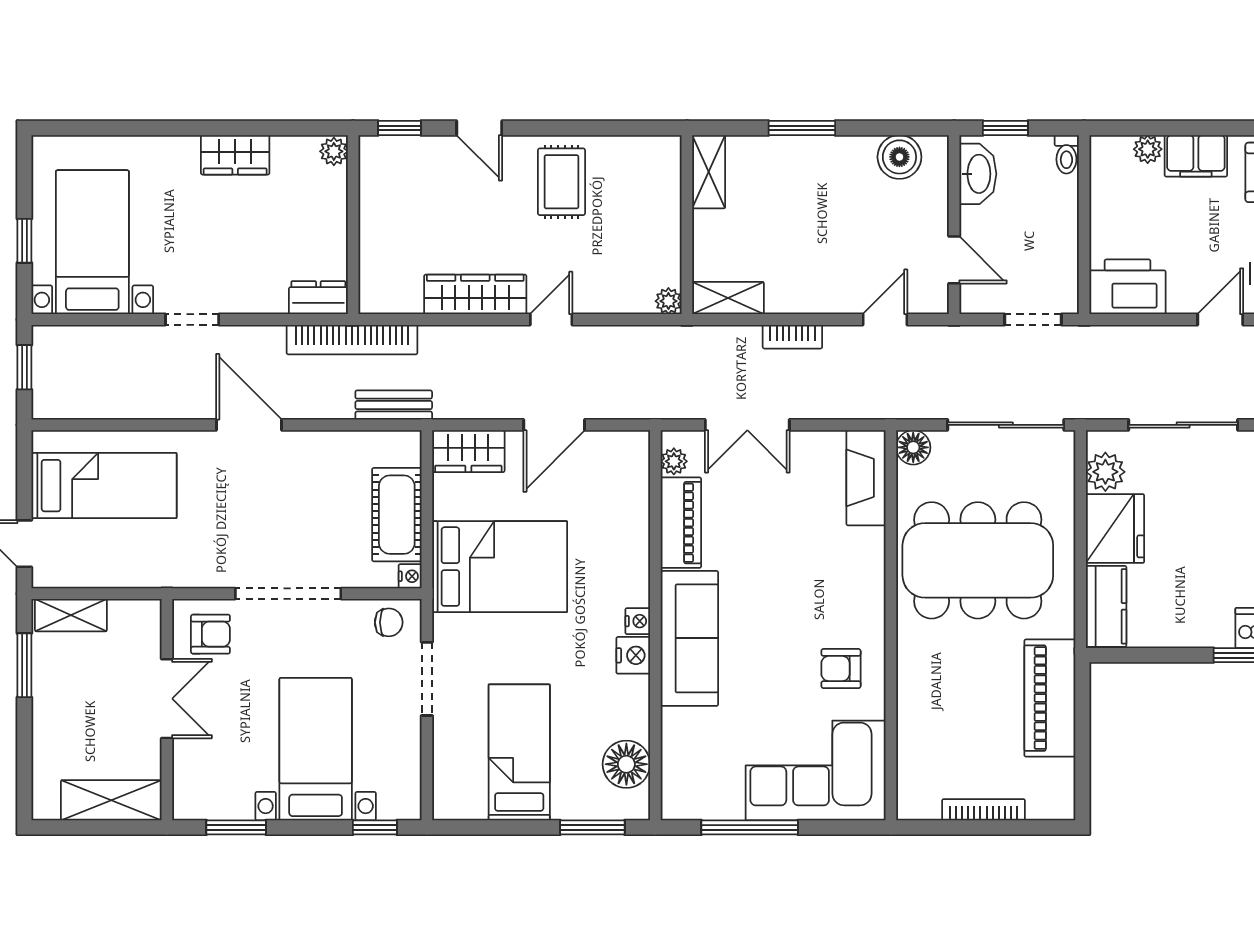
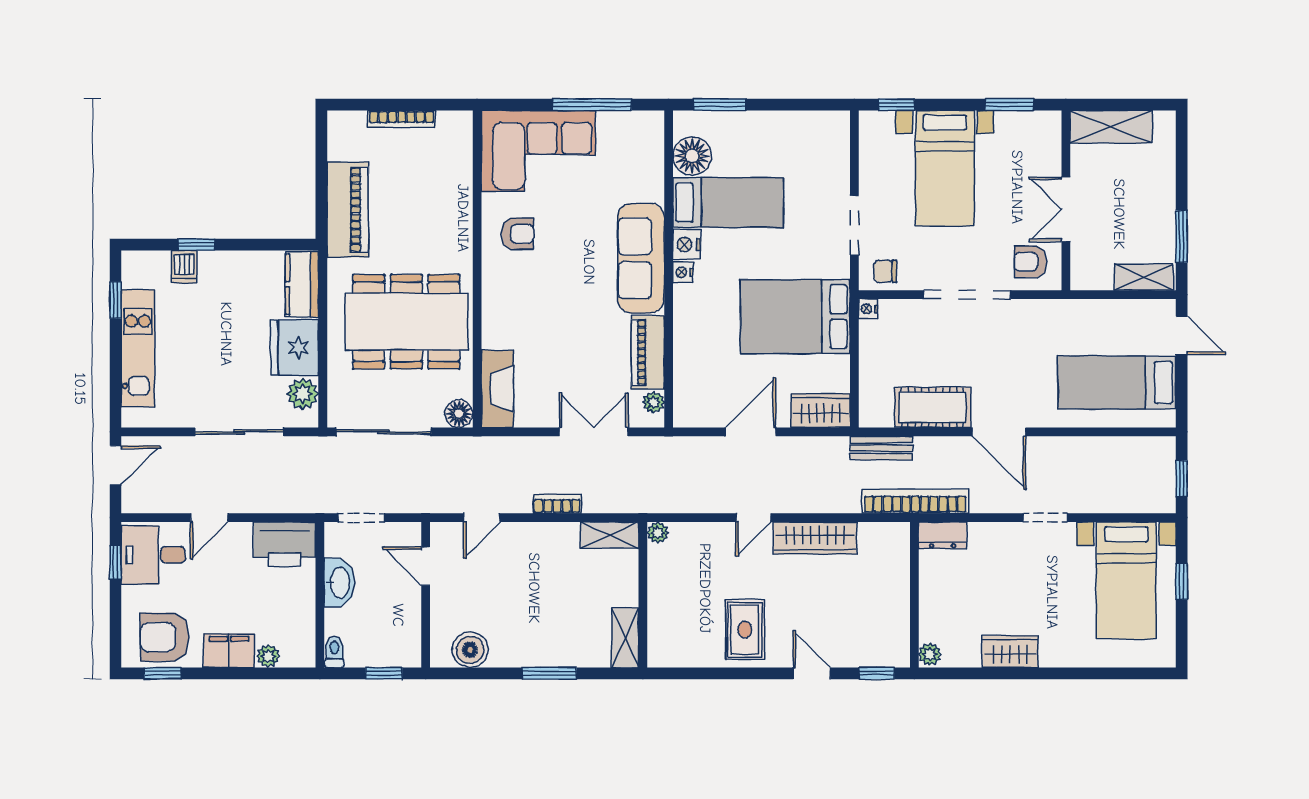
washbasin: (978, 174) -> (339, 583), moved, turned 180
cot: (397, 515) -> (932, 407), moved, turned 90
bed: (519, 752) -> (728, 202), moved, turned -90

